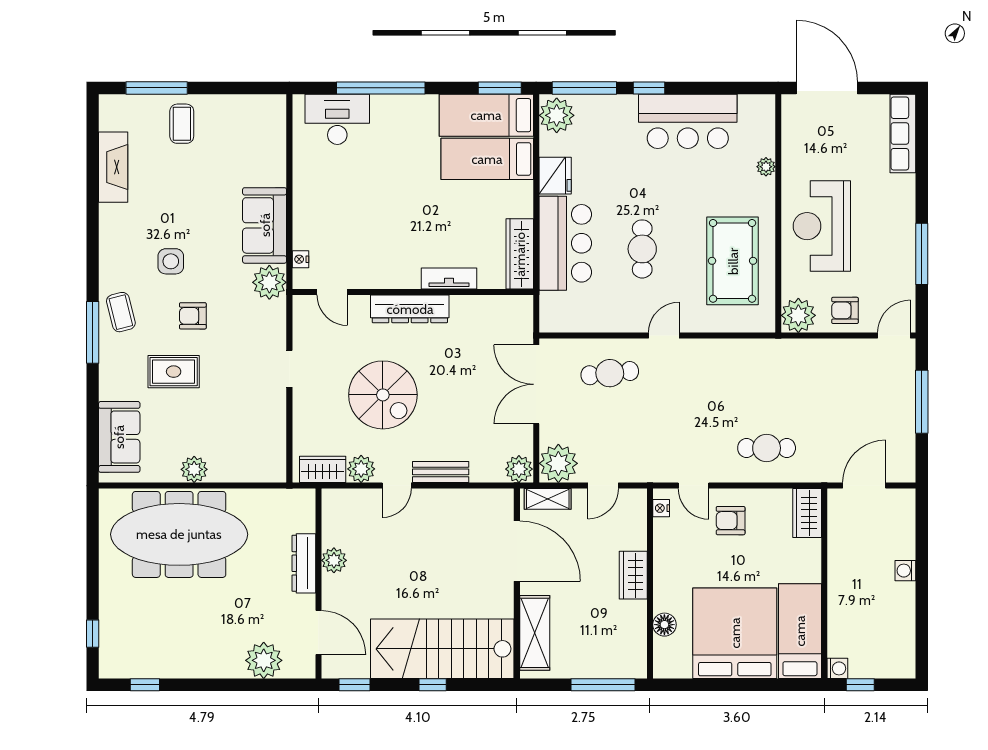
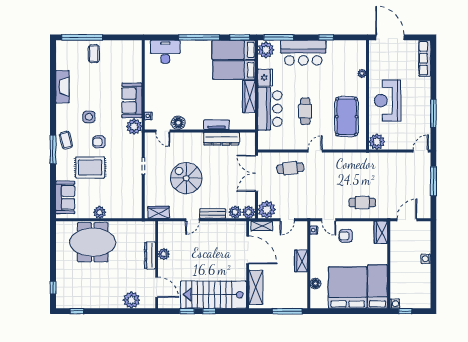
window: (157, 88) -> (82, 37), width x1.46
window: (381, 88) -> (199, 37), moved
window: (649, 88) -> (326, 37), moved
bar counter: (688, 121) -> (303, 53), moved
fireplace: (113, 167) -> (62, 87), moved
wardrobe: (520, 254) -> (249, 97), moved
floor lamp: (366, 274) -> (178, 123), added
dresser: (410, 309) -> (221, 139), moved
armchair: (845, 310) -> (398, 139), removed
rug: (174, 372) -> (90, 167), width x1.36, depth x1.43
spiral stairs: (383, 395) -> (186, 178), turned 180
plant: (361, 469) -> (235, 212), moved
meeting table: (179, 534) -> (93, 242), width x0.73
window: (354, 685) -> (187, 311), moved

